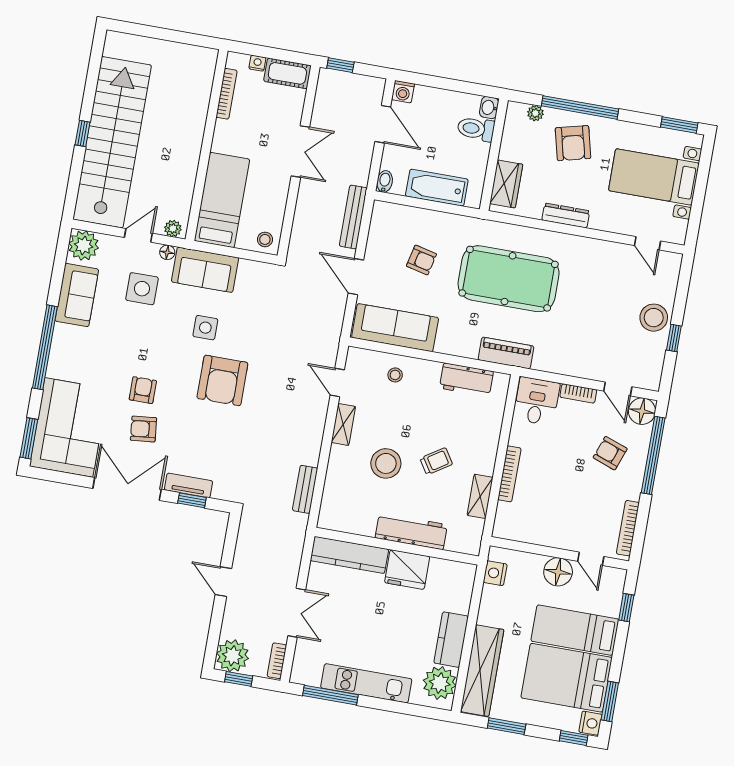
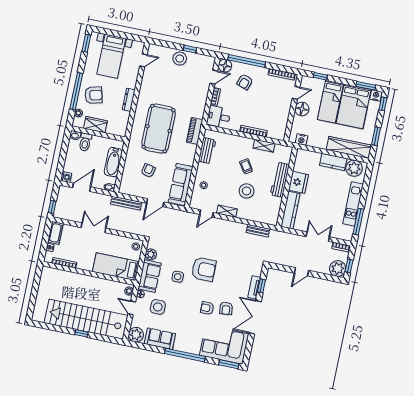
wardrobe: (506, 184) -> (95, 125), moved
plant: (250, 271) -> (151, 254), added

